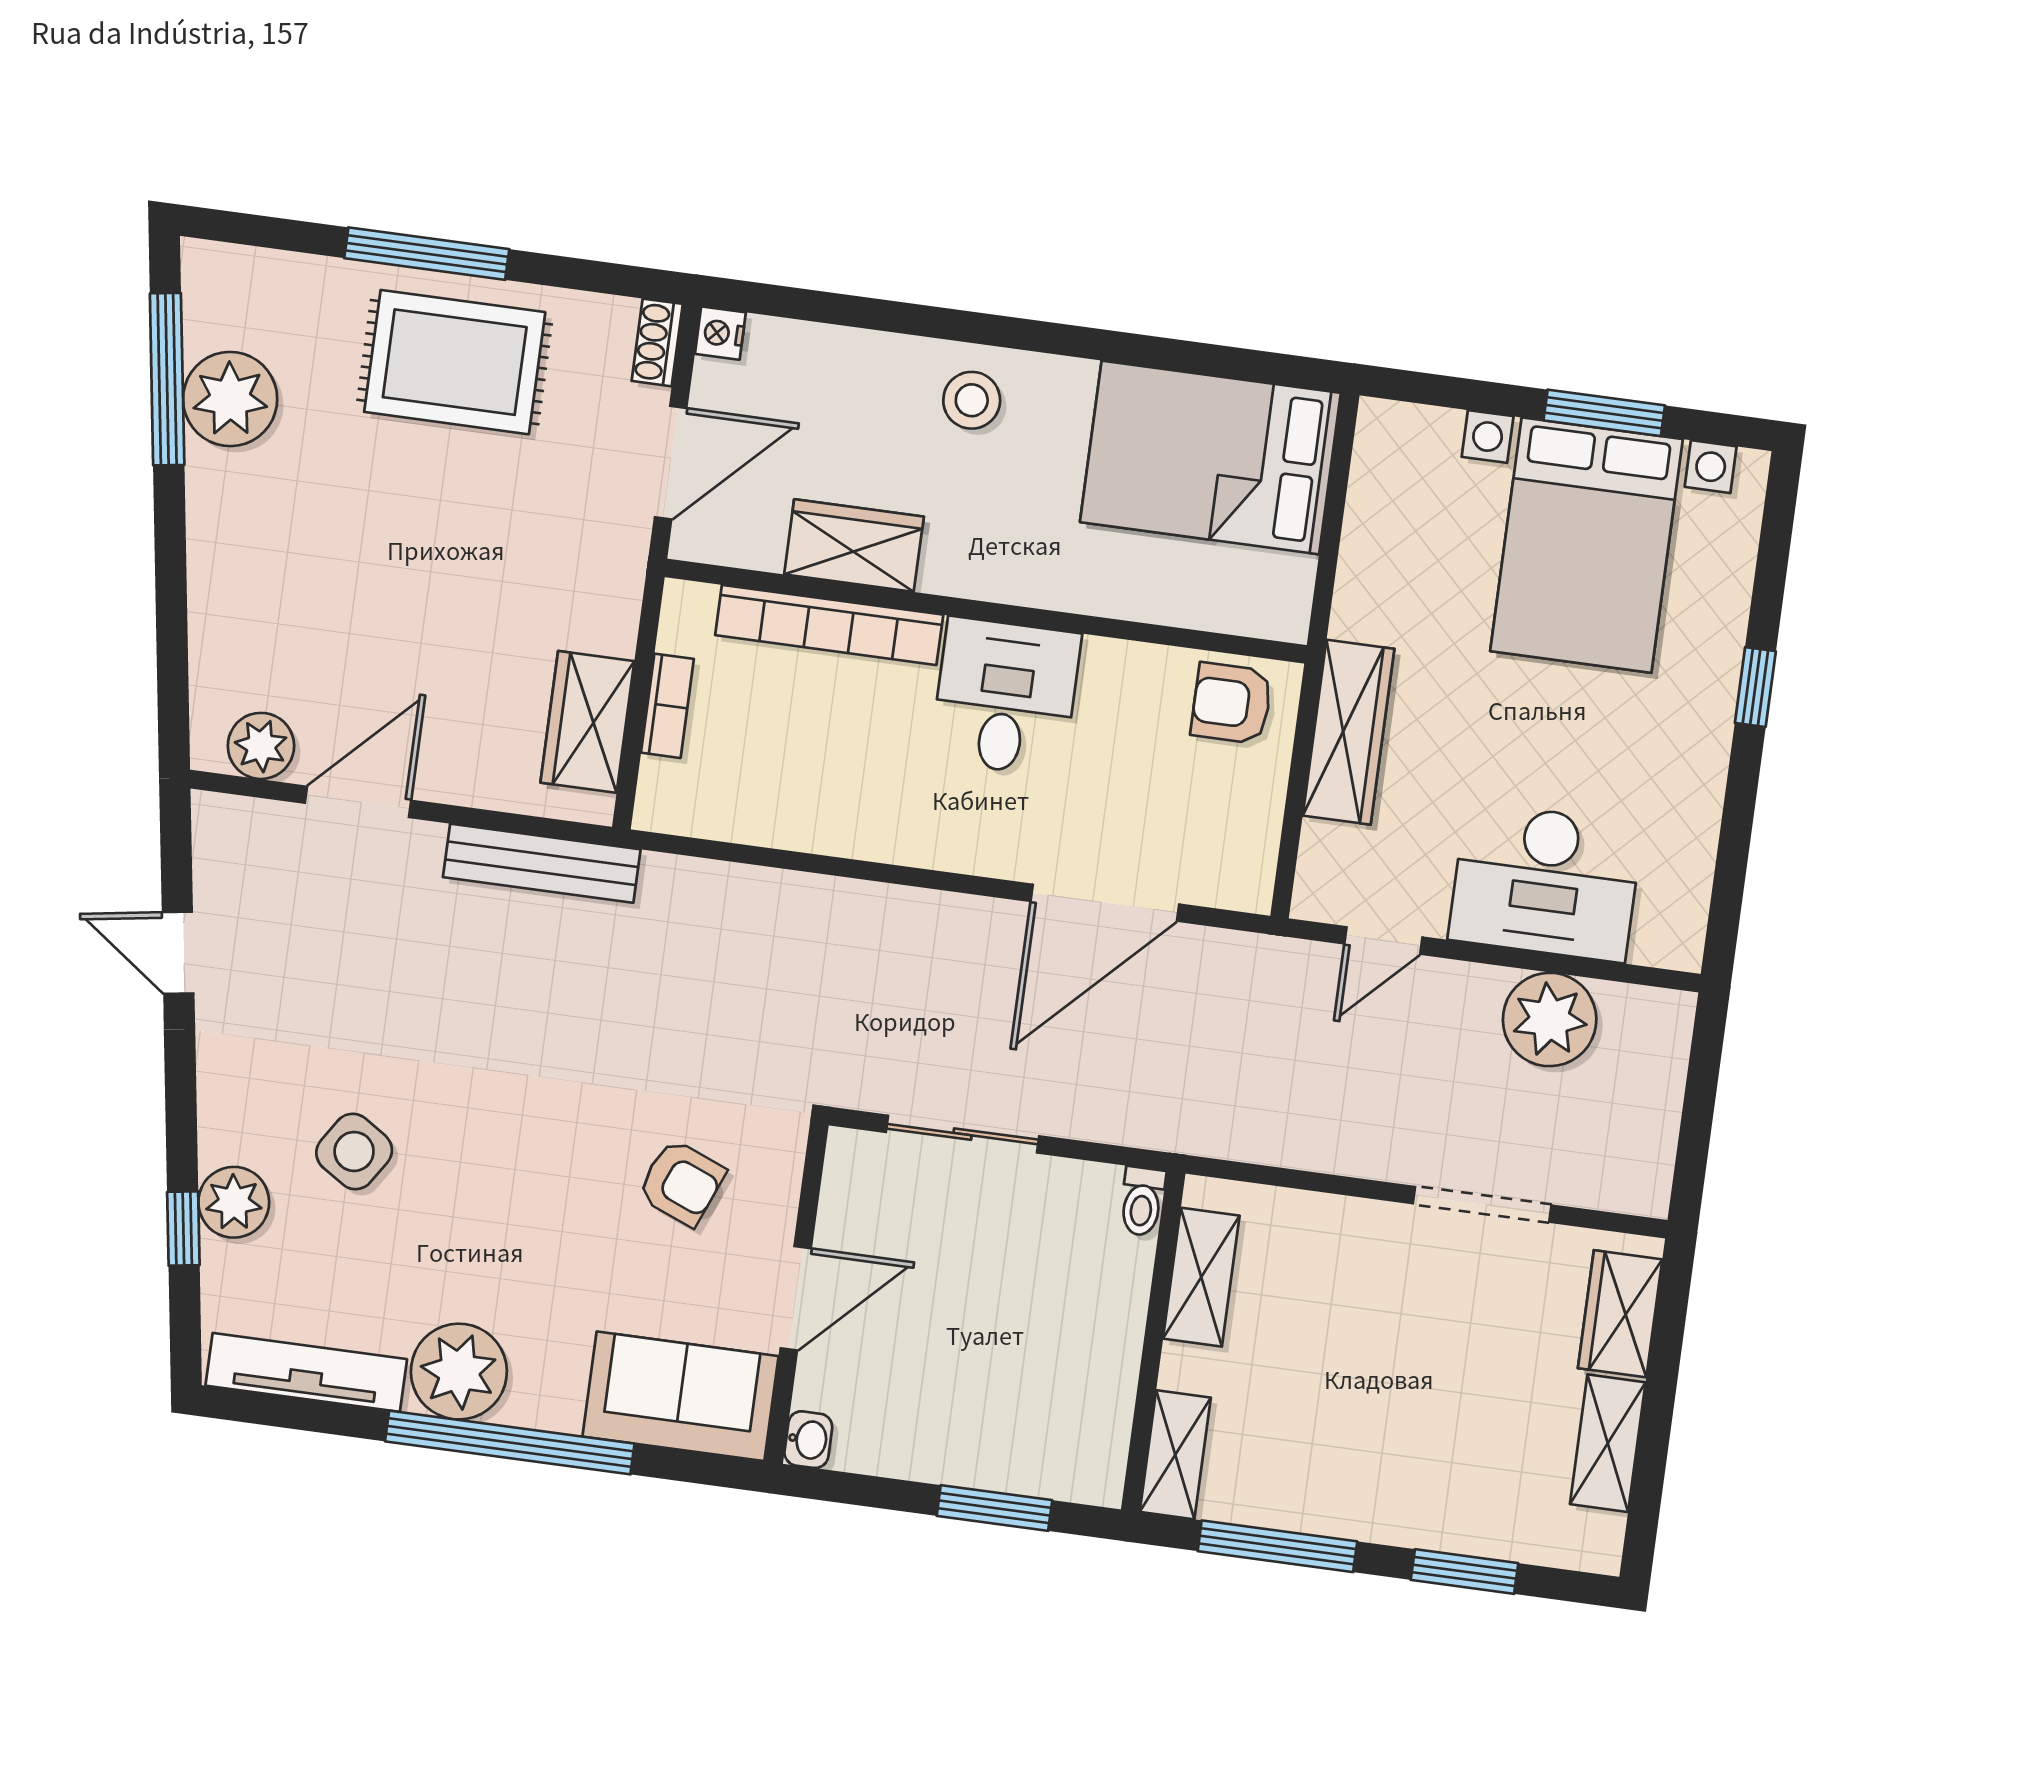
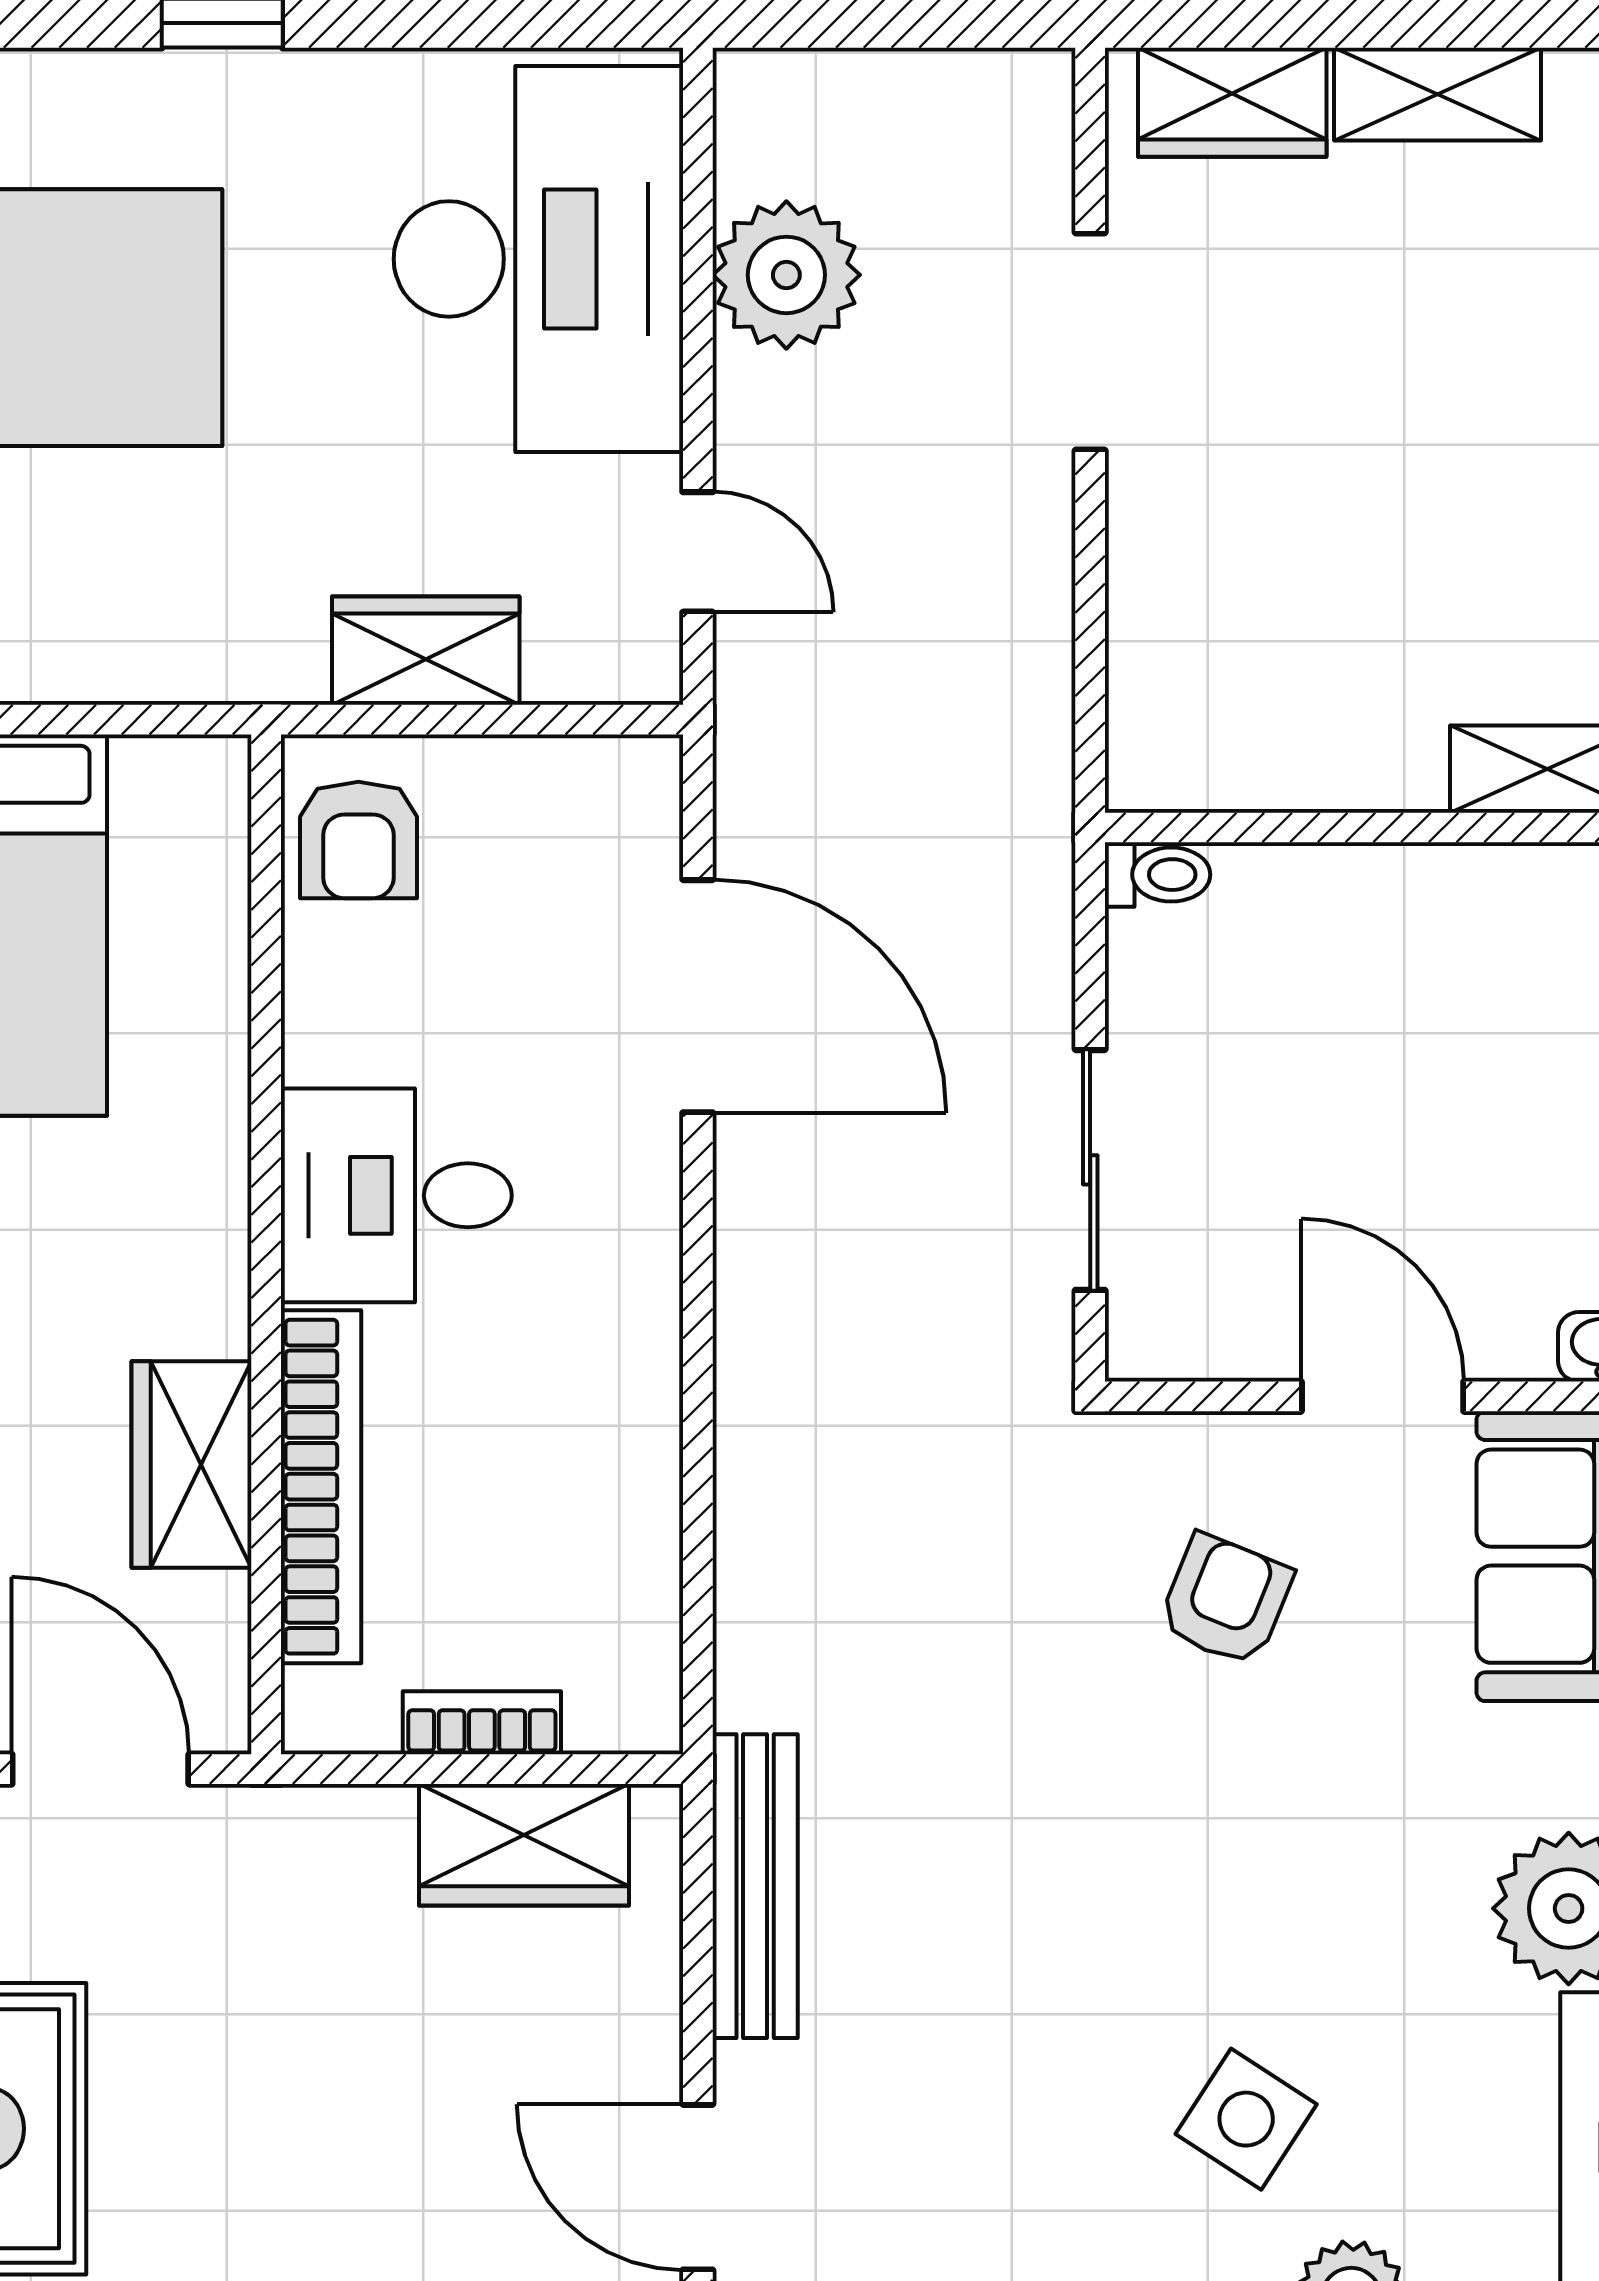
wardrobe: (1349, 732) -> (426, 651), width x0.67
desk: (1545, 882) -> (538, 259), width x1.36, depth x1.30
shelving: (1201, 1277) -> (1264, 766), removed

